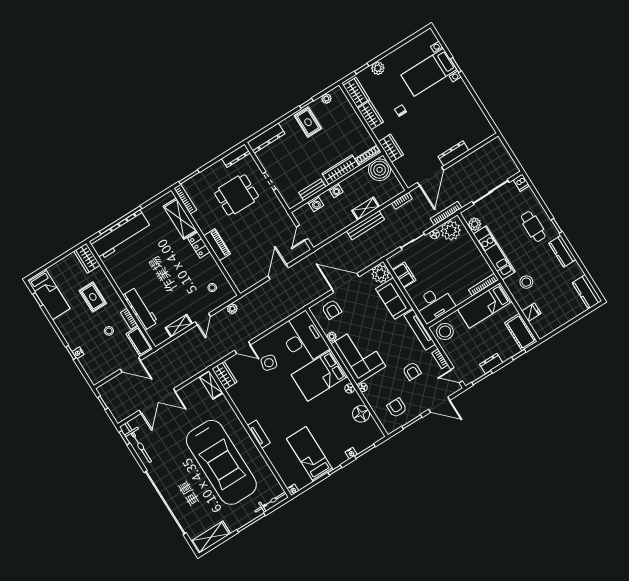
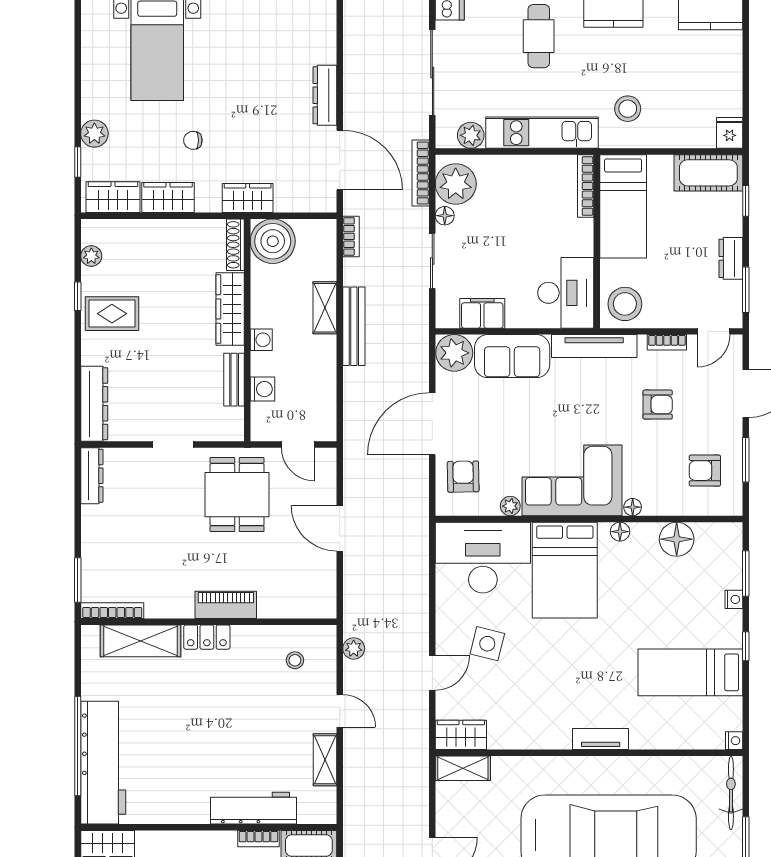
dining table: (237, 195) -> (237, 495), moved
cafe table: (533, 226) -> (539, 36), turned 90
armchair: (332, 309) -> (463, 477), turned -91
fridge: (531, 312) -> (730, 133), moved

